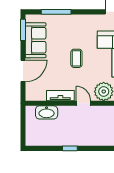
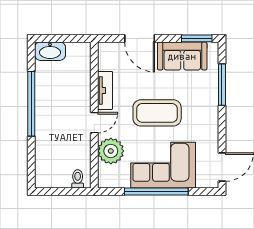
coffee table: (76, 58) -> (157, 113), width x1.86, depth x1.72
washbasin: (47, 112) -> (50, 51), moved, turned -90
window: (70, 148) -> (31, 104), width x3.17

